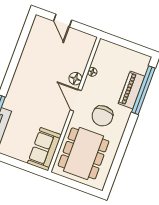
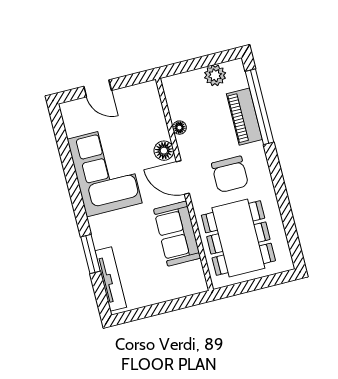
plant: (131, 57) -> (215, 75), added
corner sofa: (36, 68) -> (105, 171), added
sofa: (44, 149) -> (177, 234), moved

